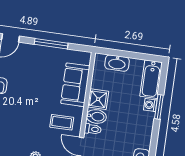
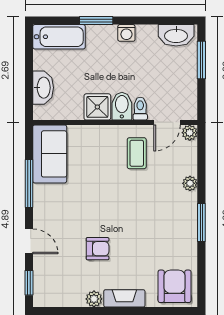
sofa: (75, 85) -> (50, 154), moved, turned -90
washing machine: (150, 105) -> (126, 33), moved

